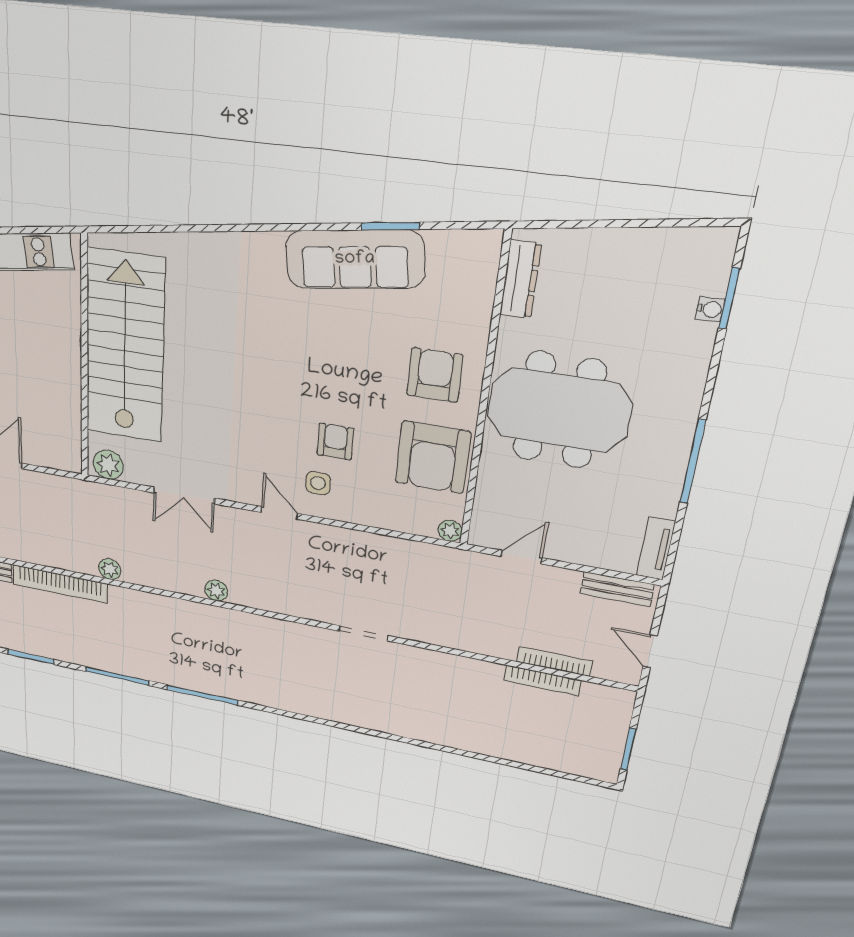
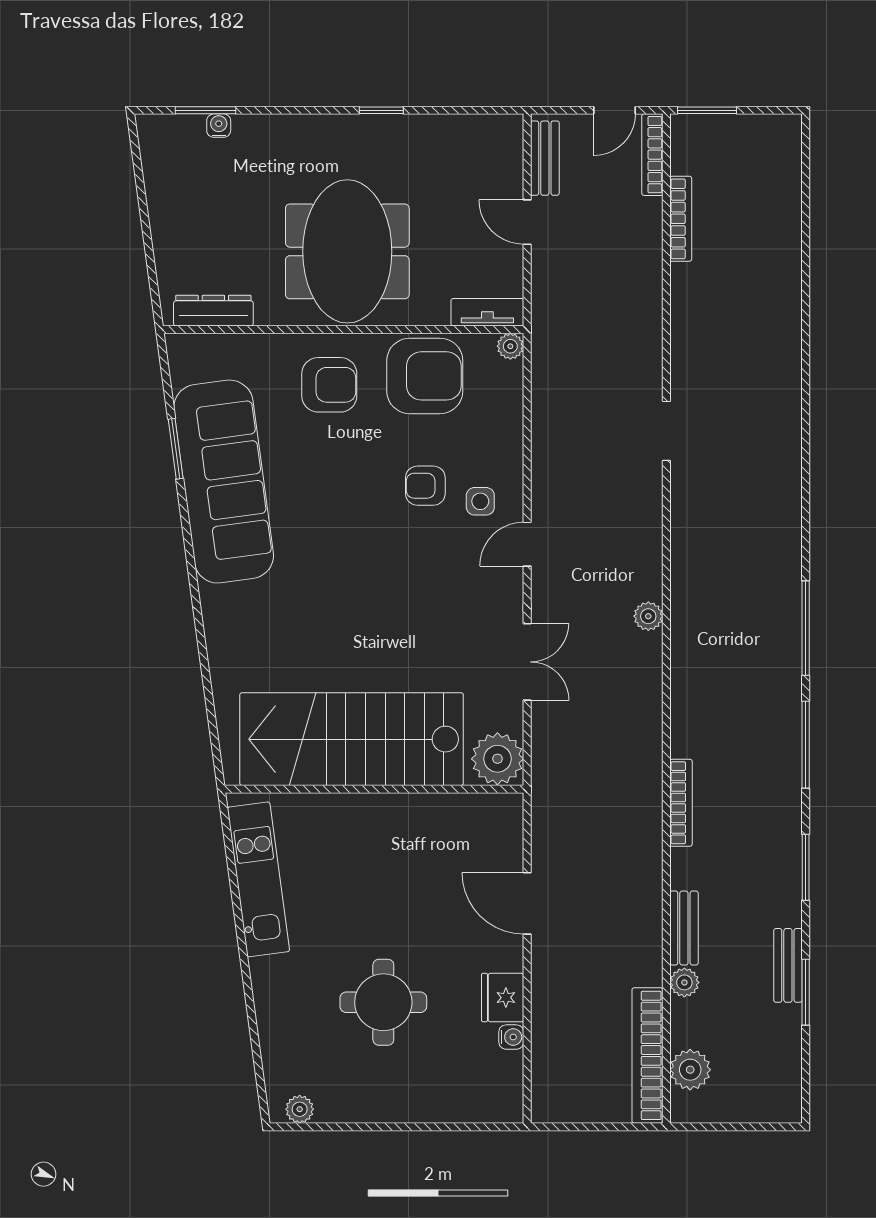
sofa: (355, 259) -> (224, 482), width x1.36, depth x1.27
armchair: (435, 375) -> (329, 385), turned 180
window: (693, 462) -> (381, 110), width x0.46
plant: (108, 465) -> (497, 759), width x1.36, depth x1.36
tv unit: (656, 548) -> (487, 312), moved, turned 180
door: (522, 557) -> (527, 222), moved
plant: (110, 569) -> (648, 756), removed
bookcase: (60, 584) -> (681, 803), width x0.68, depth x0.76
bookcase: (555, 662) -> (652, 155), moved
window: (628, 749) -> (707, 110), moved

